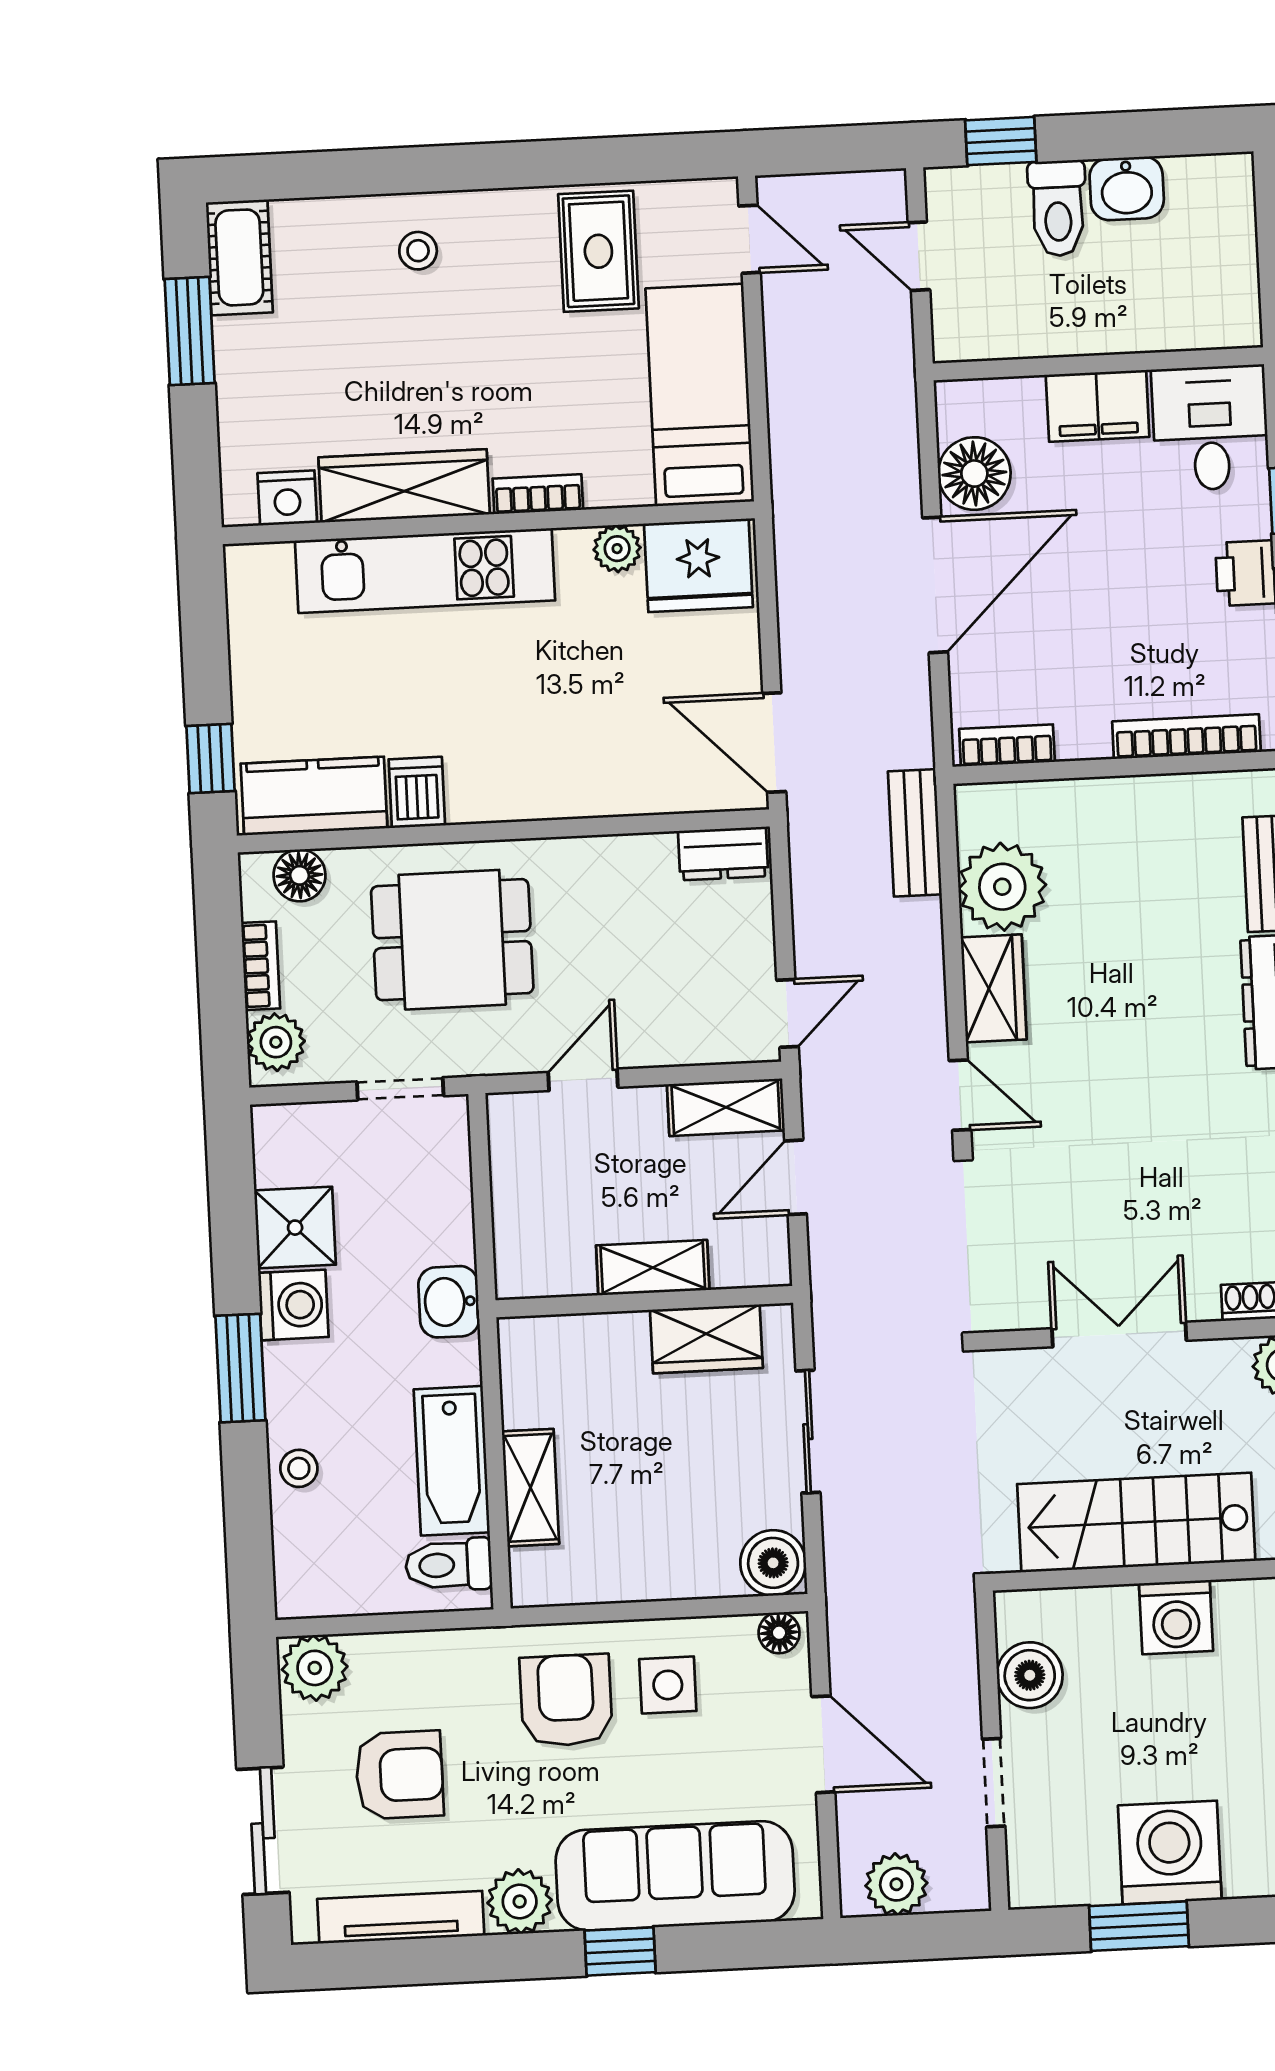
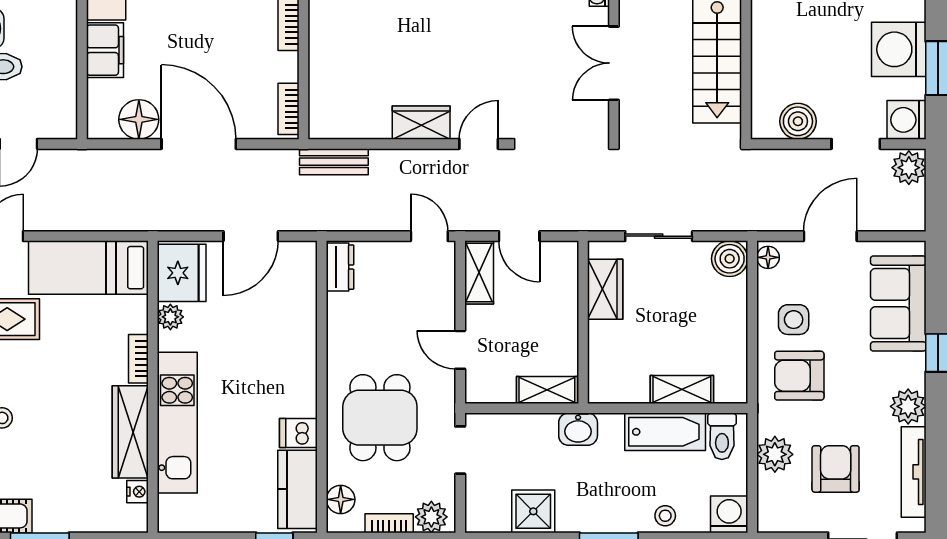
nightstand: (287, 498) -> (138, 492), width x0.72, depth x0.74
door: (774, 743) -> (251, 236), moved
plant: (1002, 887) -> (366, 115), removed
shelving: (653, 1268) -> (547, 390), moved, turned 90
washing machine: (293, 1305) -> (729, 514), moved
washing machine: (1176, 1617) -> (906, 120), moved, turned 180
plant: (315, 1668) -> (775, 454), moved
sofa: (675, 1876) -> (898, 303), width x0.73
plant: (896, 1884) -> (909, 168), moved

